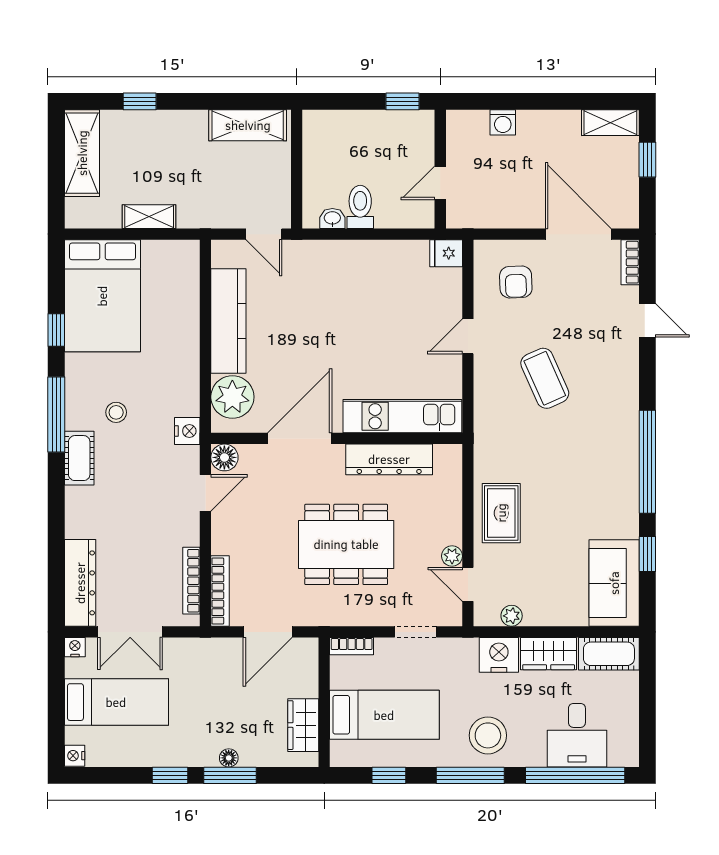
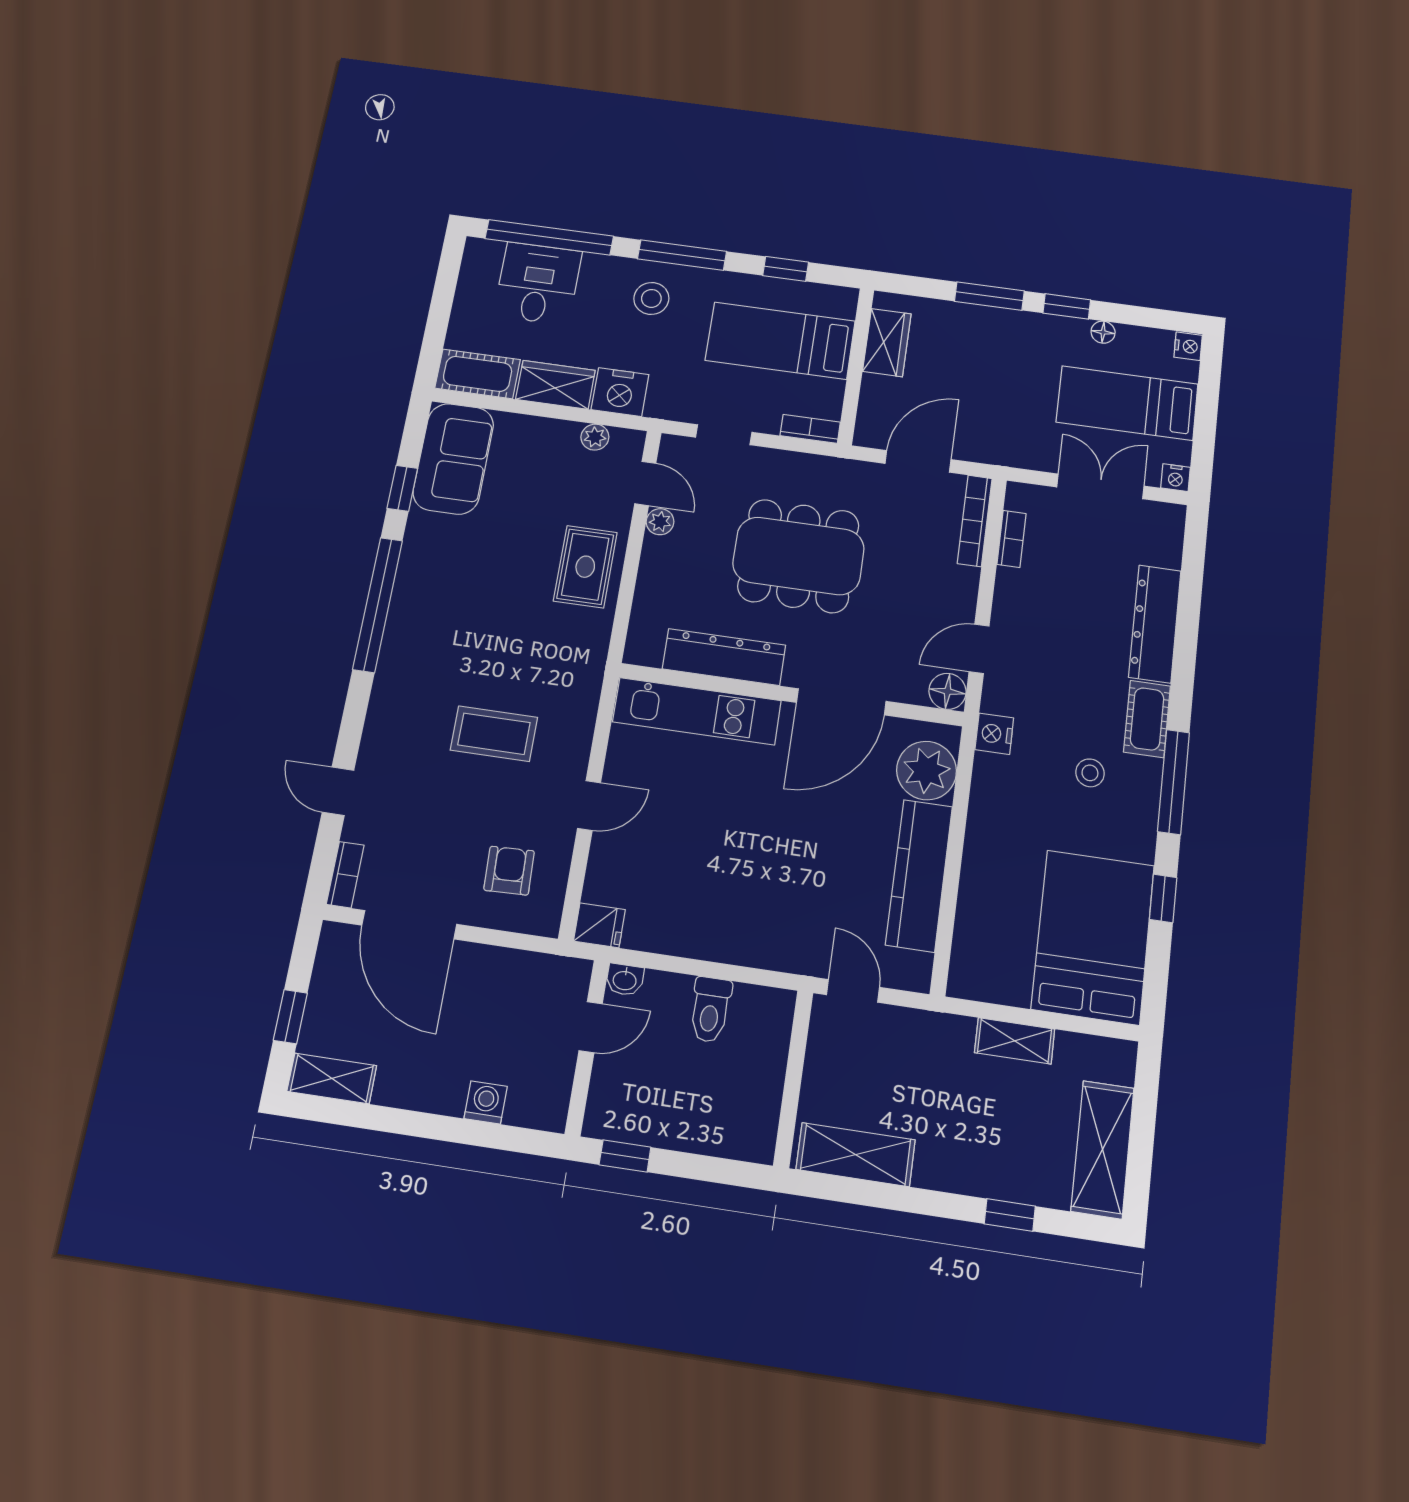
washbasin: (332, 218) -> (625, 980), moved
coffee table: (545, 378) -> (494, 734), turned -66
bookcase: (191, 581) -> (1011, 539), width x0.64
dresser: (80, 583) -> (1155, 624), moved
stool: (488, 735) -> (651, 298), width x0.73, depth x0.73
floor lamp: (229, 758) -> (1103, 332), moved

